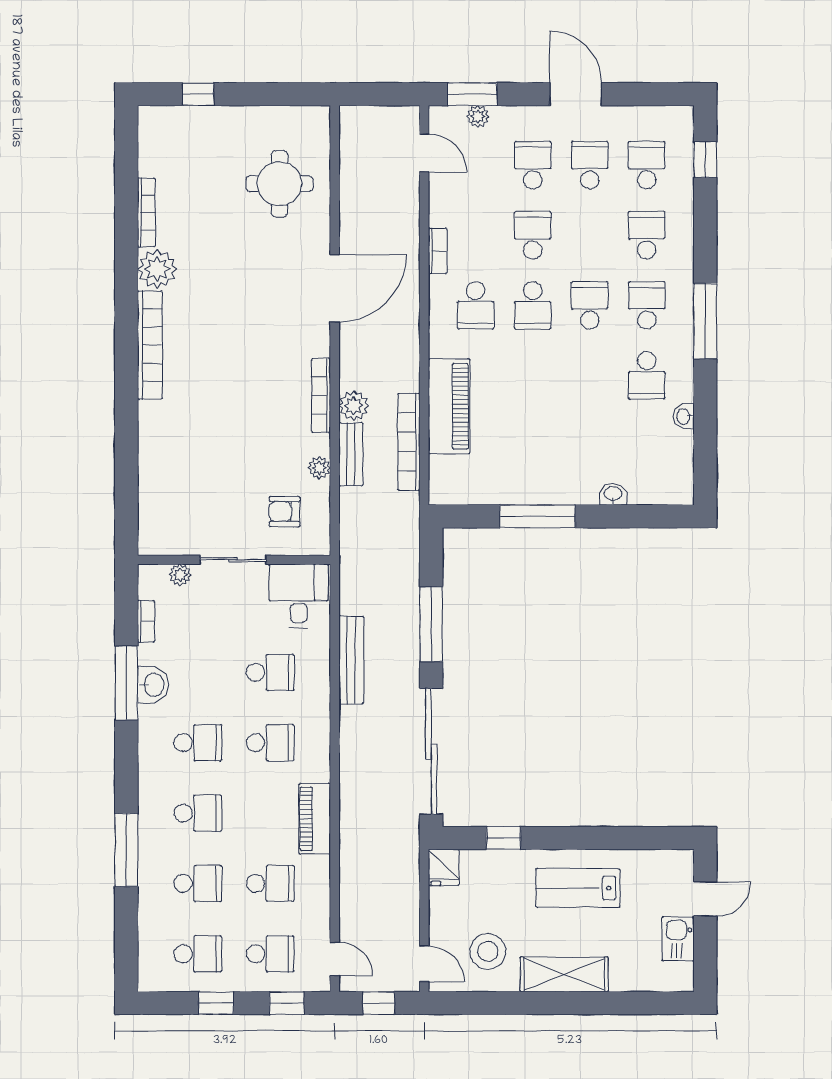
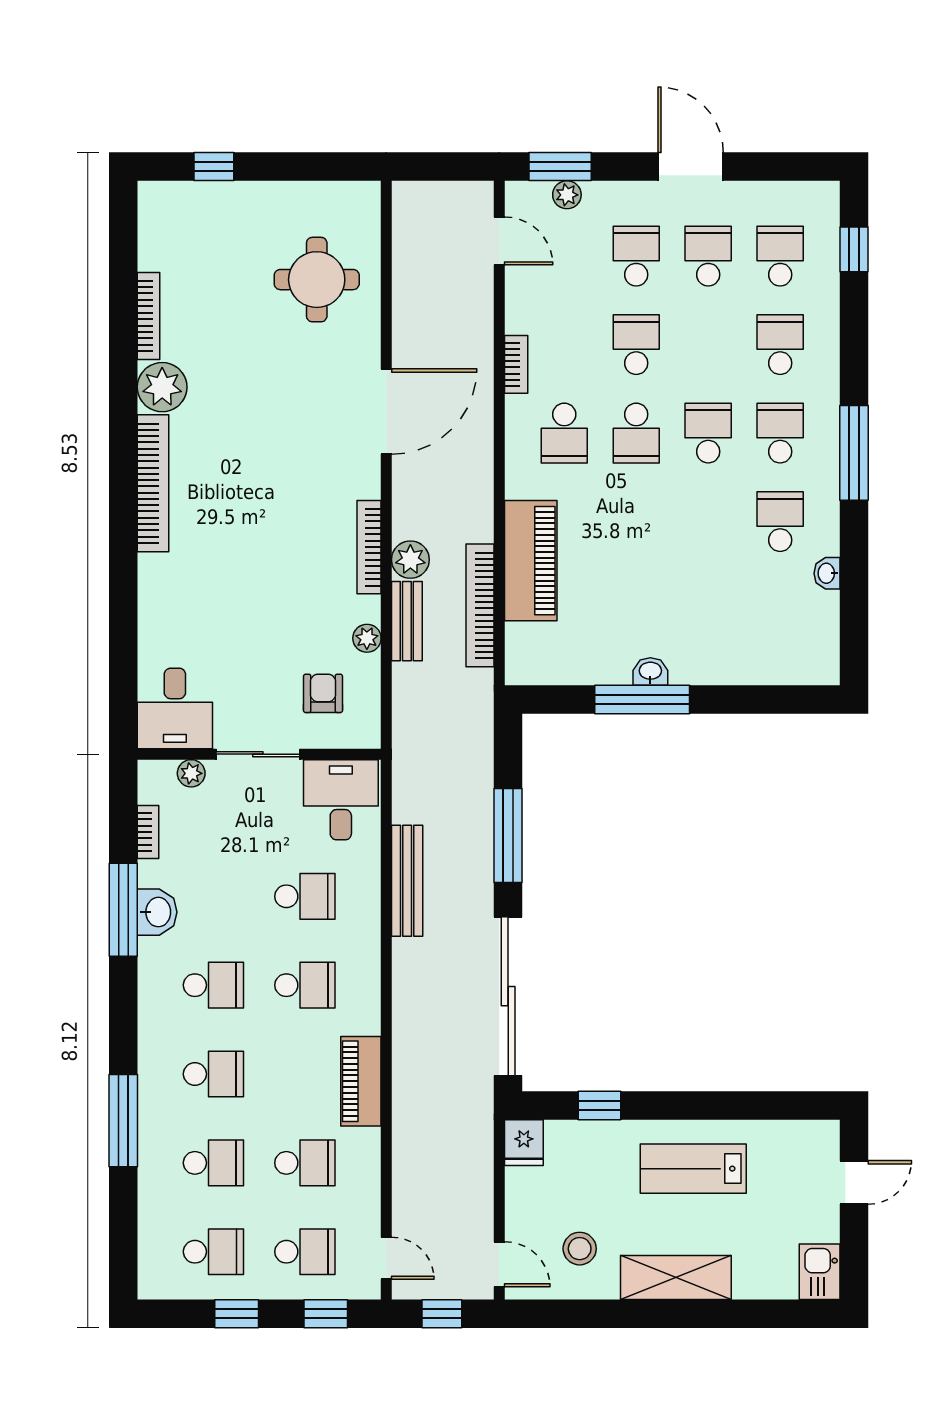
school desk: (647, 375) -> (780, 522), turned 180
washbasin: (613, 494) -> (650, 672), moved
armchair: (285, 512) -> (323, 693), turned 90
desk: (167, 524) -> (175, 709), added
kitchen sink: (678, 939) -> (820, 1272), moved
stool: (488, 951) -> (580, 1249), width x0.73, depth x0.73

